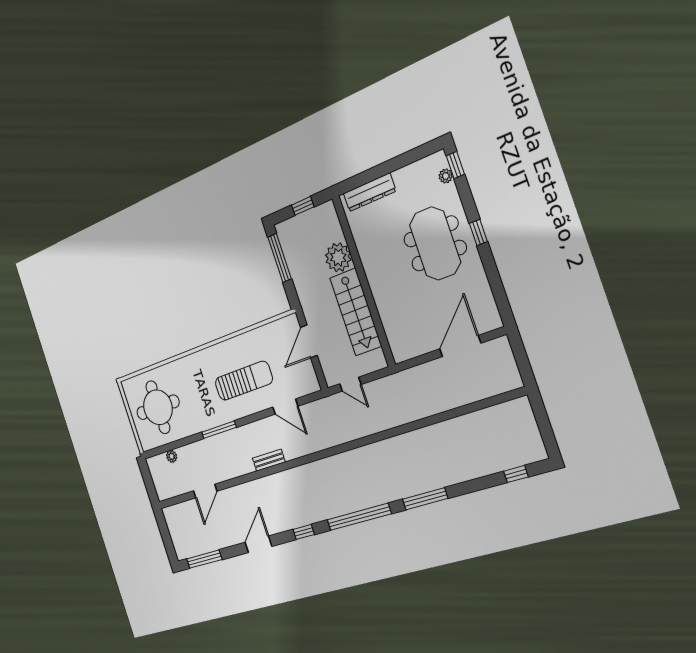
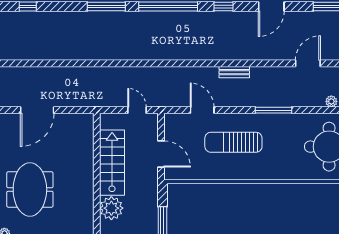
door: (309, 341) -> (161, 154), hinge flipped

